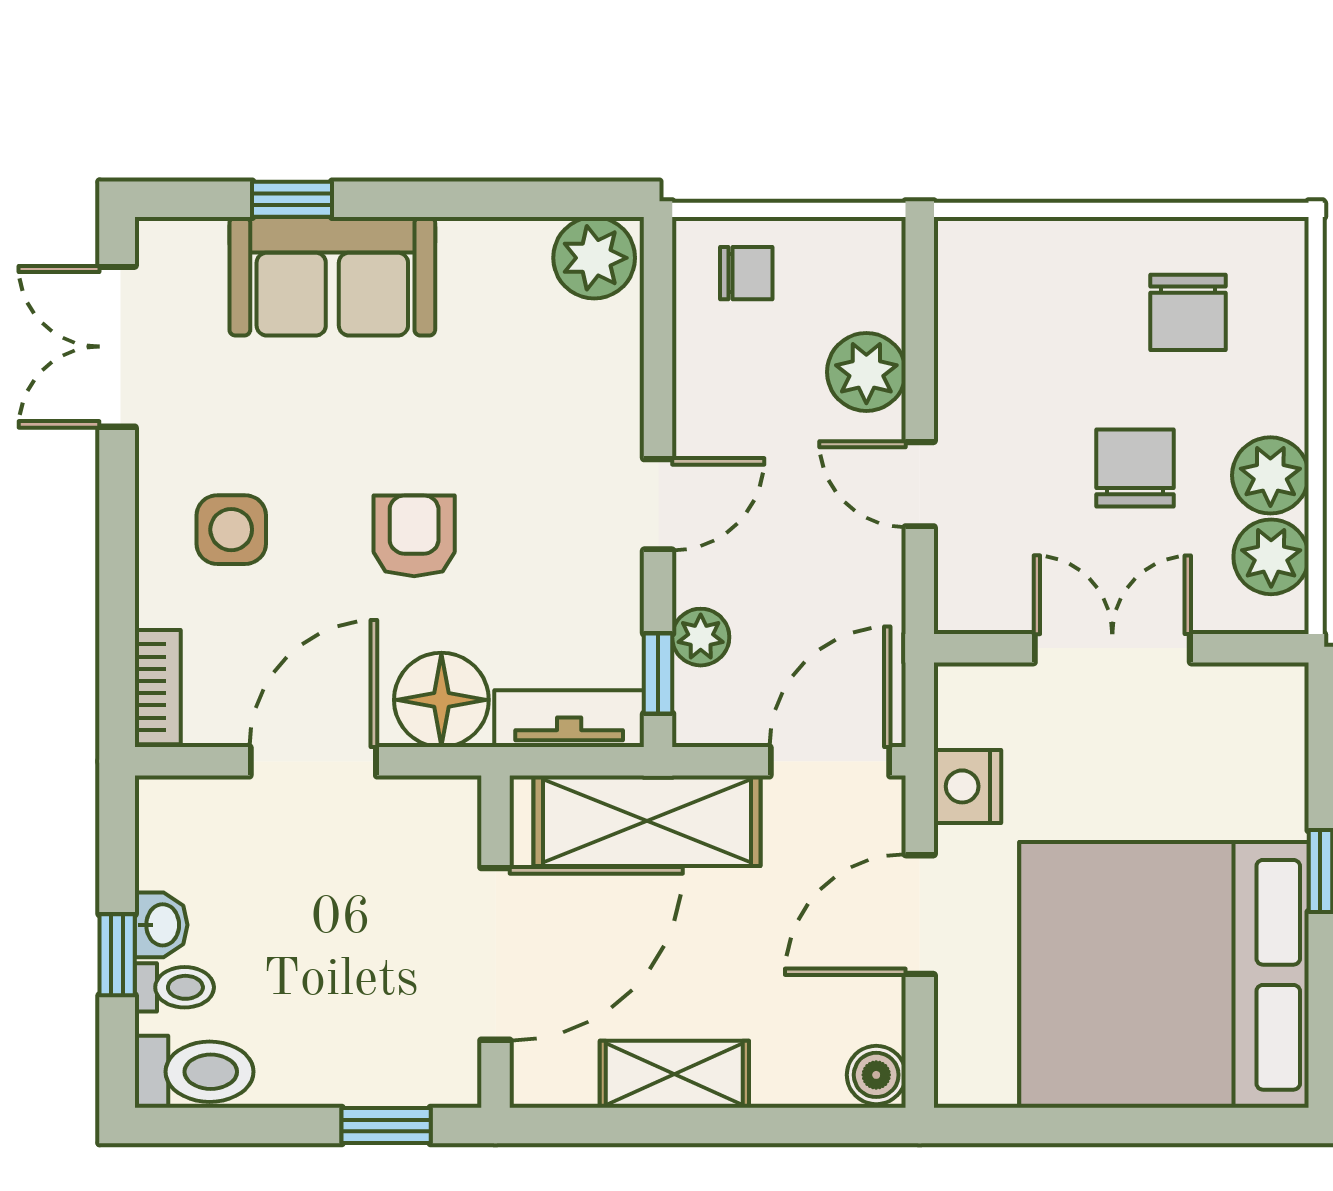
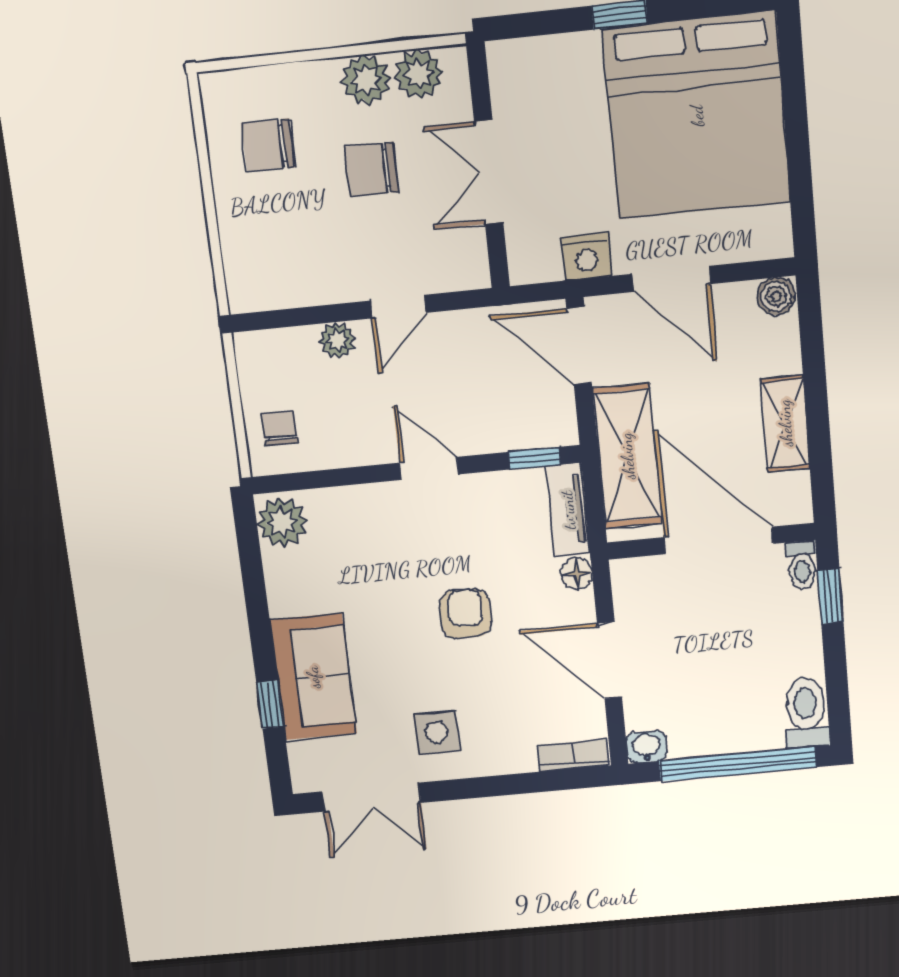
chair: (1188, 312) -> (268, 145), turned 180
plant: (866, 372) -> (337, 340), width x0.73, depth x0.73
side table: (231, 530) -> (437, 732), moved
armchair: (414, 536) -> (465, 614), turned 90
plant: (701, 637) -> (509, 434), removed
floor lamp: (441, 700) -> (577, 573), width x0.53, depth x0.53
washbasin: (161, 925) -> (646, 747), moved
window: (117, 955) -> (738, 764), width x3.17
toilet: (174, 987) -> (802, 565), moved, turned 180

